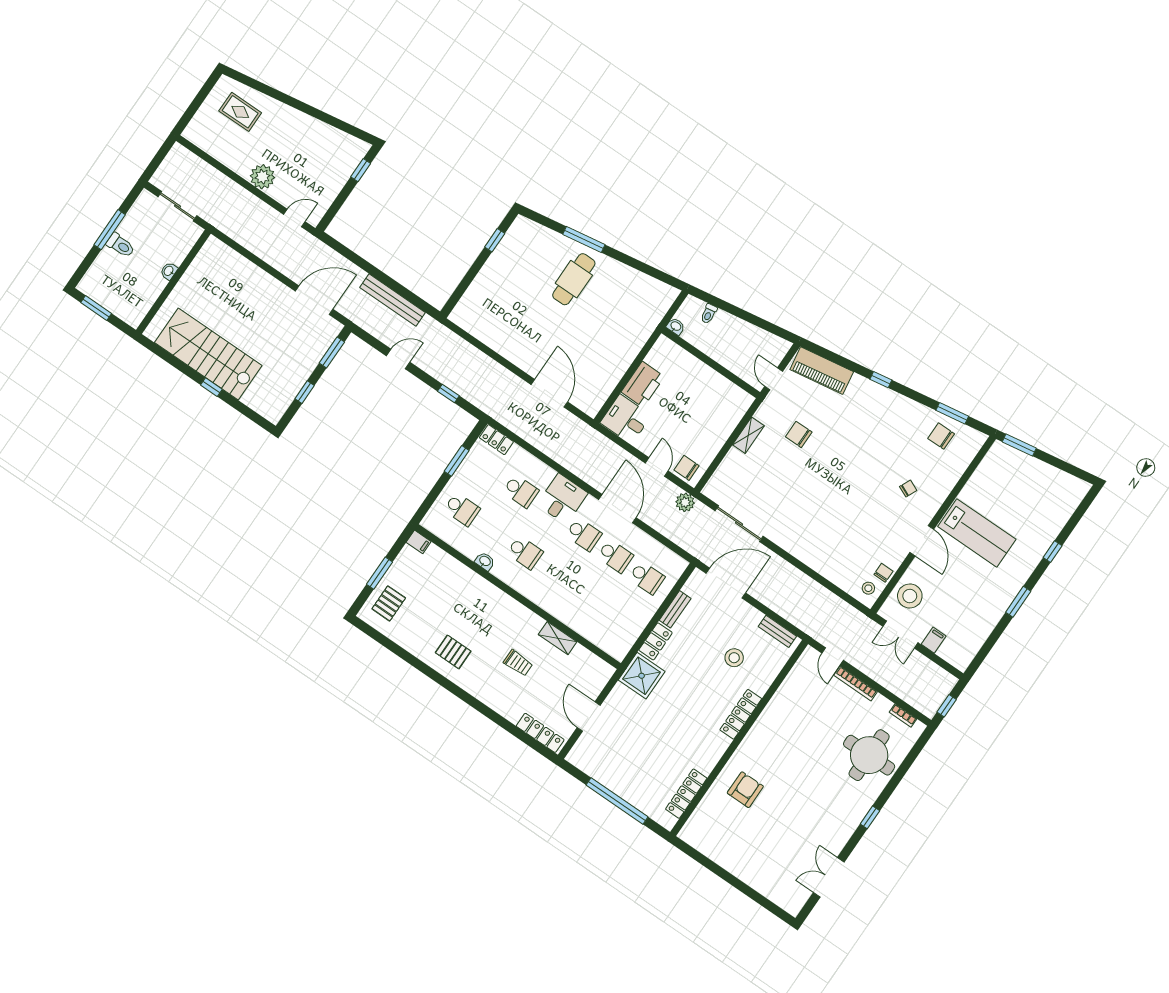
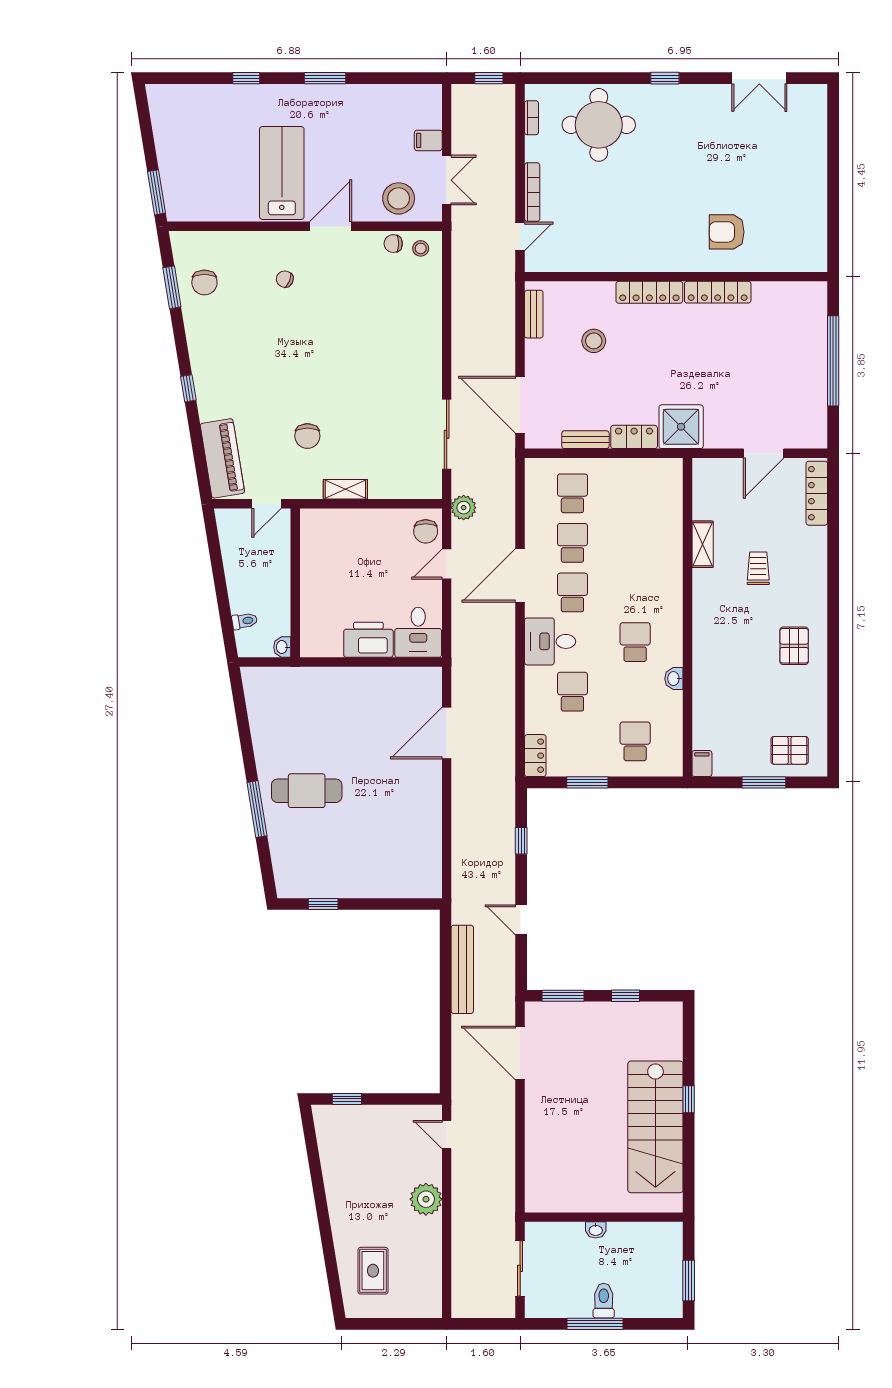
locker: (686, 794) -> (718, 292), moved

